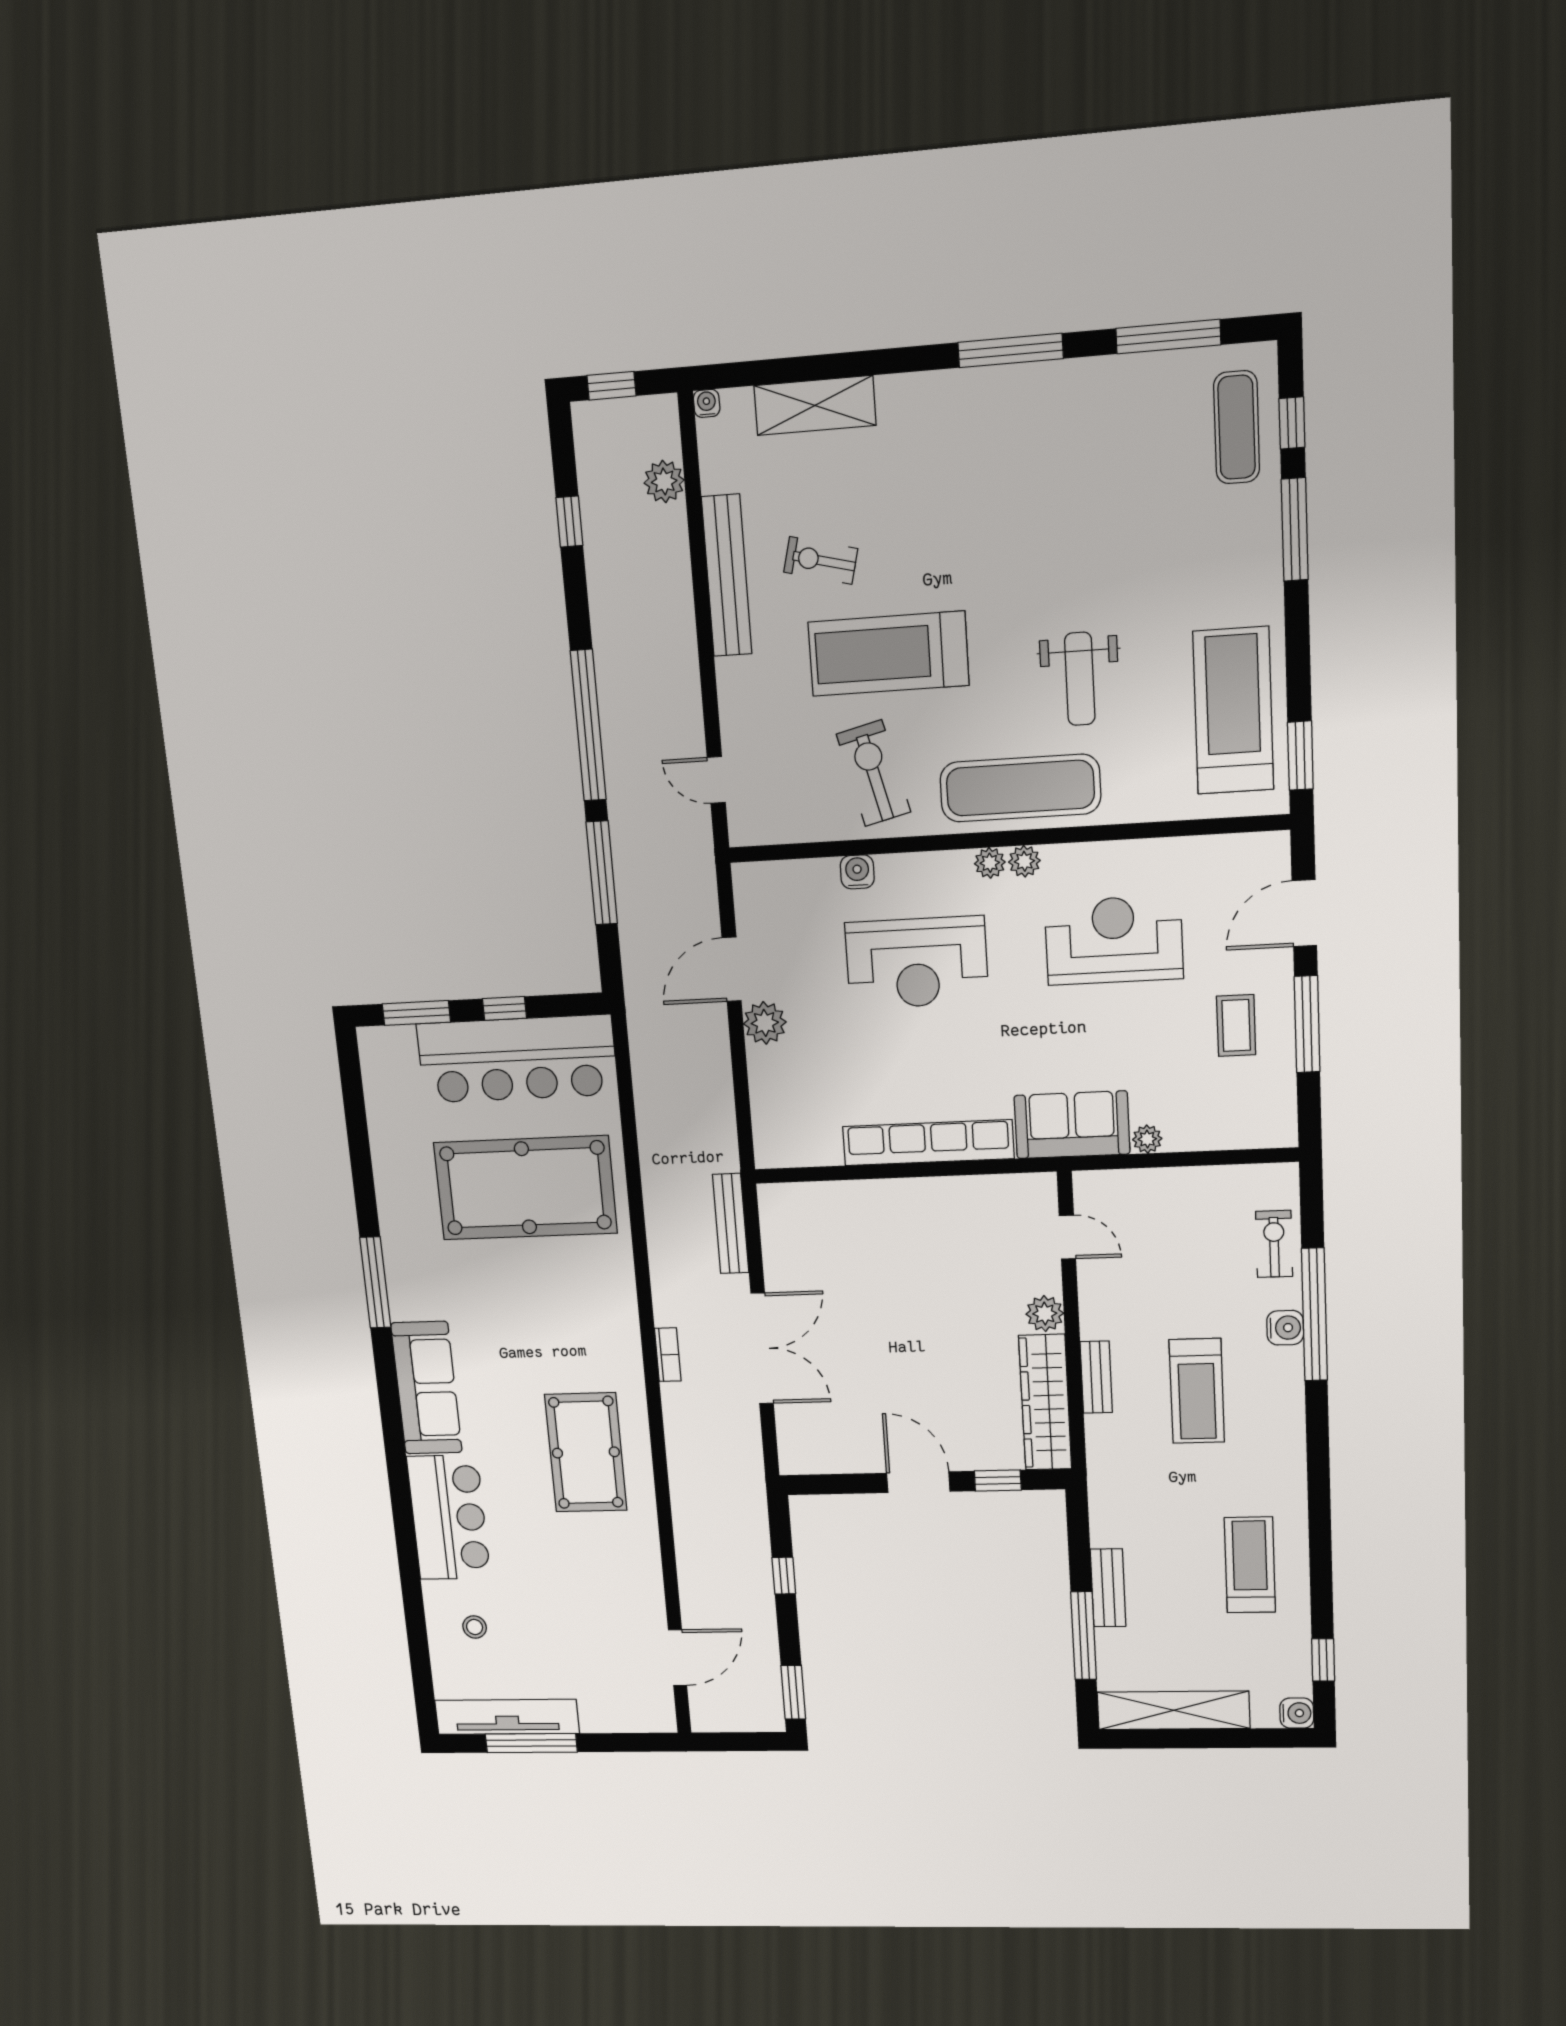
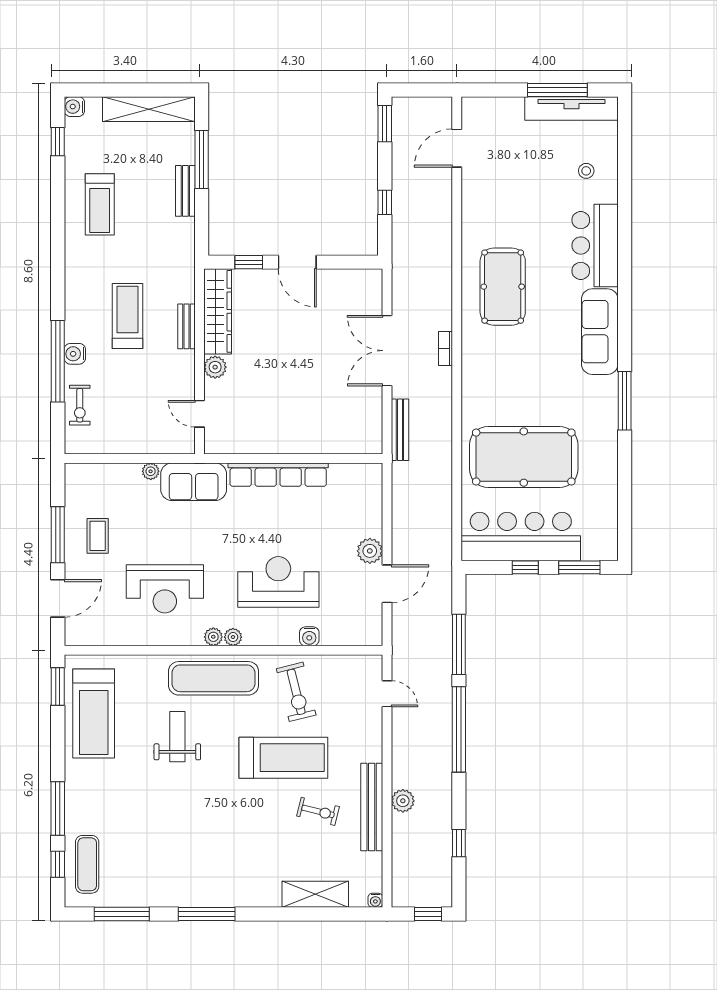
plant: (664, 481) -> (403, 801), moved

